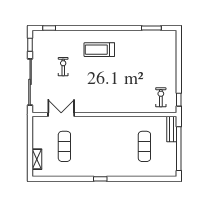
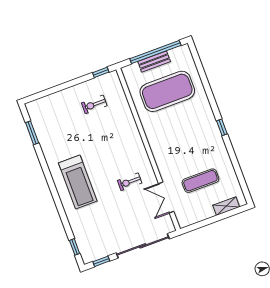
treadmill: (99, 50) -> (78, 182), width x1.37, depth x1.38
exercise bike: (63, 67) -> (130, 182), moved
exercise bike: (161, 97) -> (94, 104), moved
bench: (172, 129) -> (154, 62), moved
exercise mat: (144, 146) -> (167, 91), width x2.00, depth x1.45

